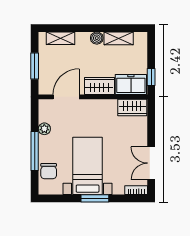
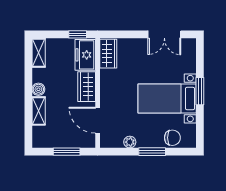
shelving: (60, 38) -> (39, 111), moved
shelving: (119, 38) -> (39, 53), moved
window: (35, 151) -> (152, 152), width x0.69
bookcase: (136, 190) -> (192, 50), removed

